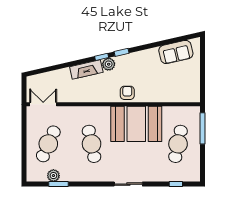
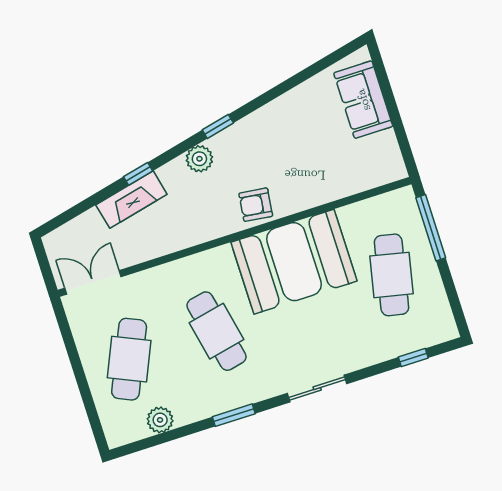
sofa: (176, 52) -> (363, 100), moved, turned 103
window: (102, 57) -> (138, 174), moved
fireplace: (86, 69) -> (131, 200), moved
armchair: (127, 93) -> (256, 205), turned -83
window: (59, 184) -> (234, 415), moved

